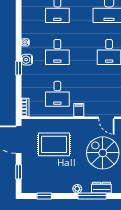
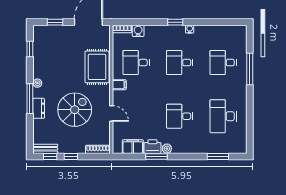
water cooler: (27, 60) -> (138, 31), moved
window: (19, 68) -> (175, 22), moved
door: (106, 118) -> (111, 113), swing flipped
rug: (54, 144) -> (97, 67), moved

